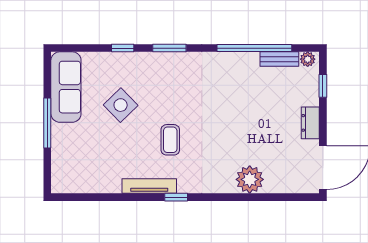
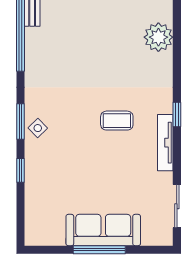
sofa: (66, 87) -> (103, 230), moved
side table: (121, 105) -> (38, 128), moved, width x0.54, depth x0.54
sliding door: (89, 197) -> (177, 206), added

